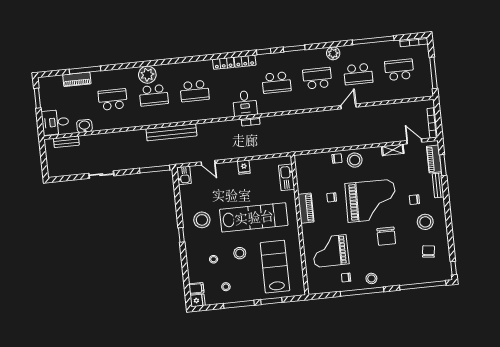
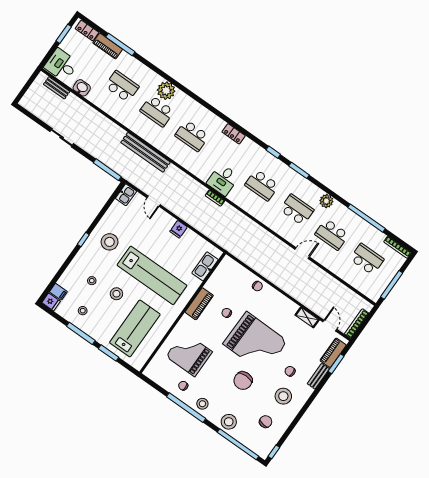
locker: (245, 61) -> (87, 30), moved
stool: (355, 160) -> (229, 422), moved

